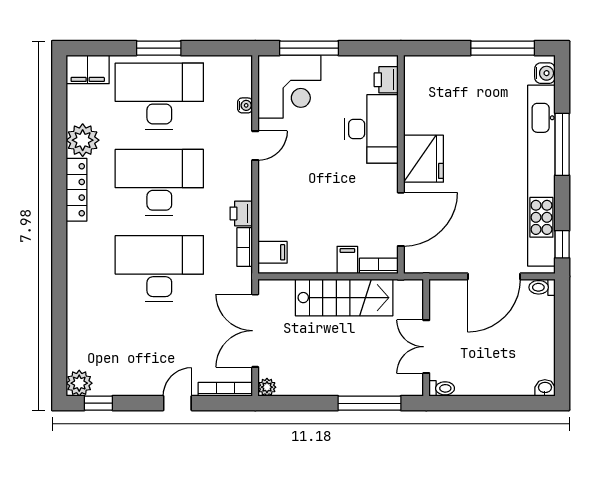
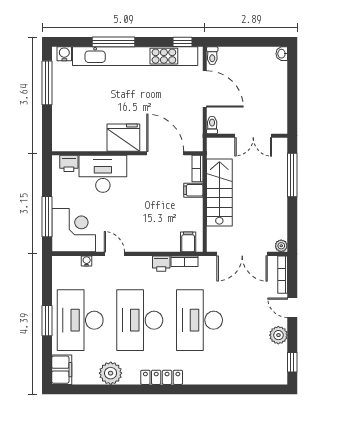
locker: (77, 190) -> (162, 377), moved
plant: (79, 383) -> (278, 335), moved
toilet: (442, 388) -> (212, 125), moved

